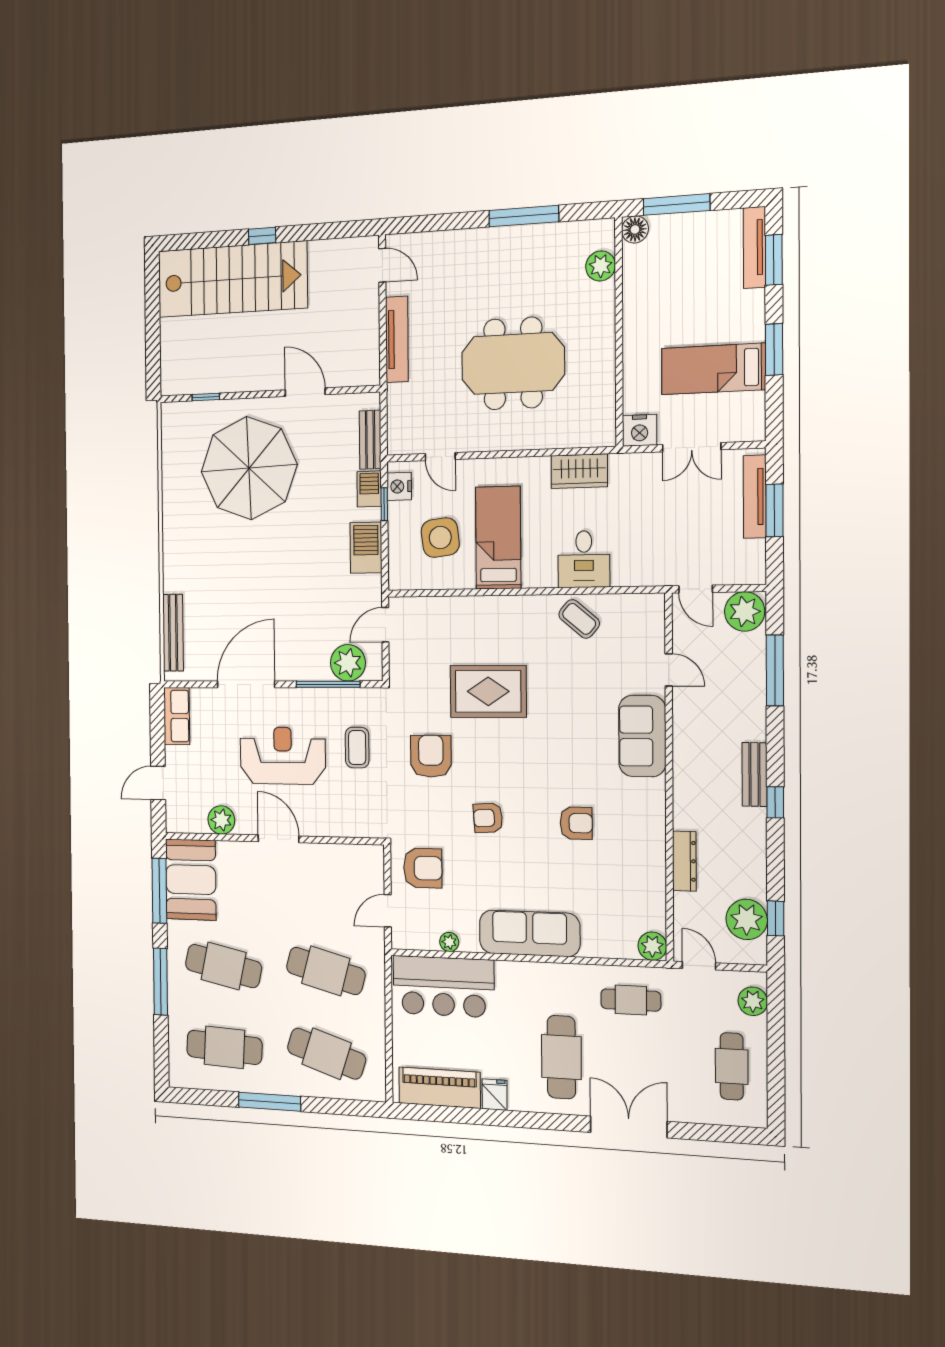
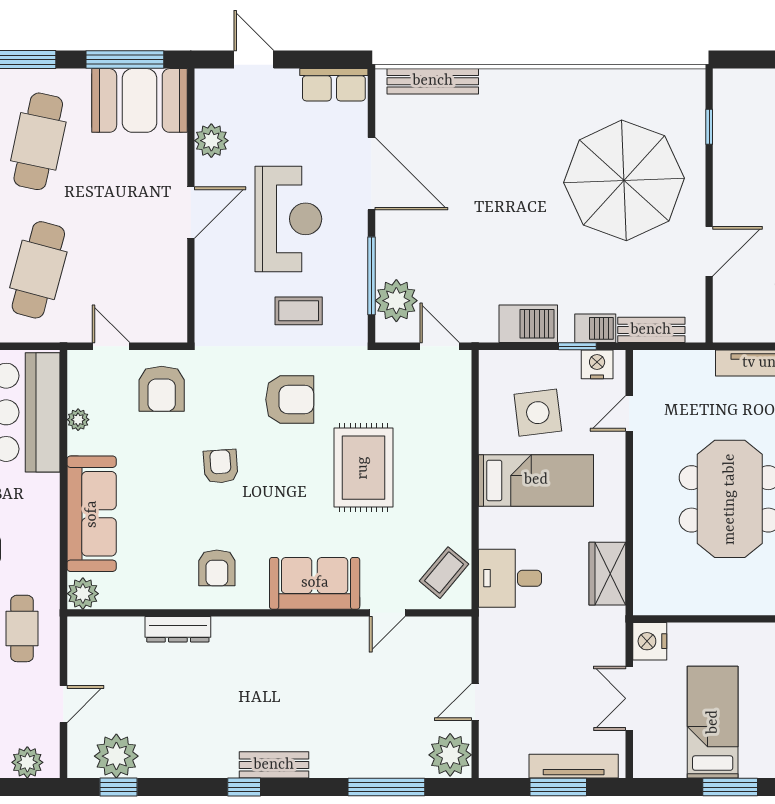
door: (669, 670) -> (387, 613), moved
sofa: (642, 736) -> (315, 583), moved
wall: (669, 777) -> (269, 613), moved
dresser: (684, 861) -> (178, 629), moved
plant: (652, 946) -> (83, 594), moved

